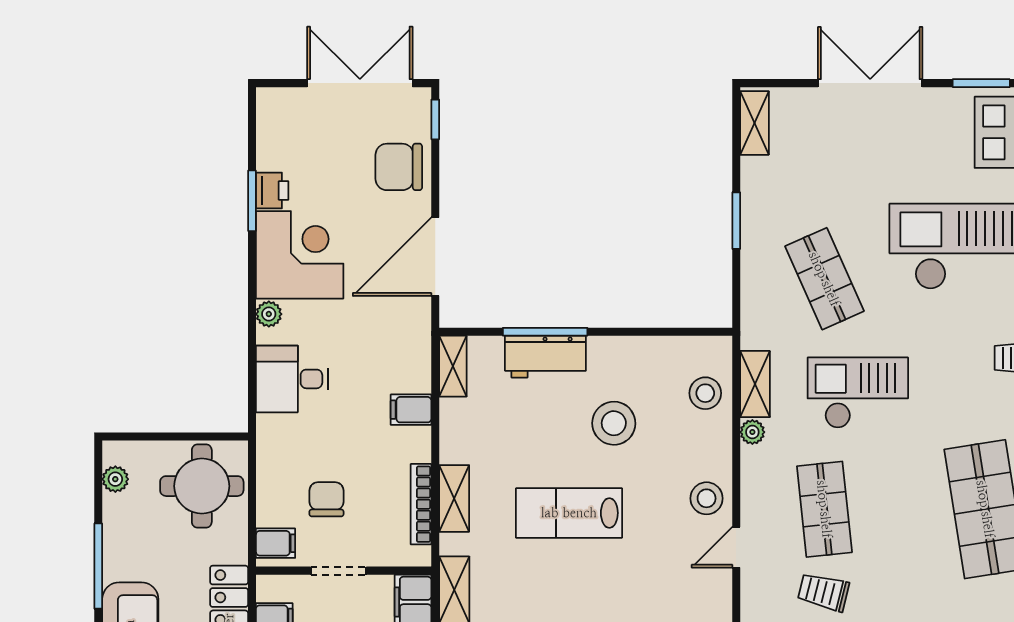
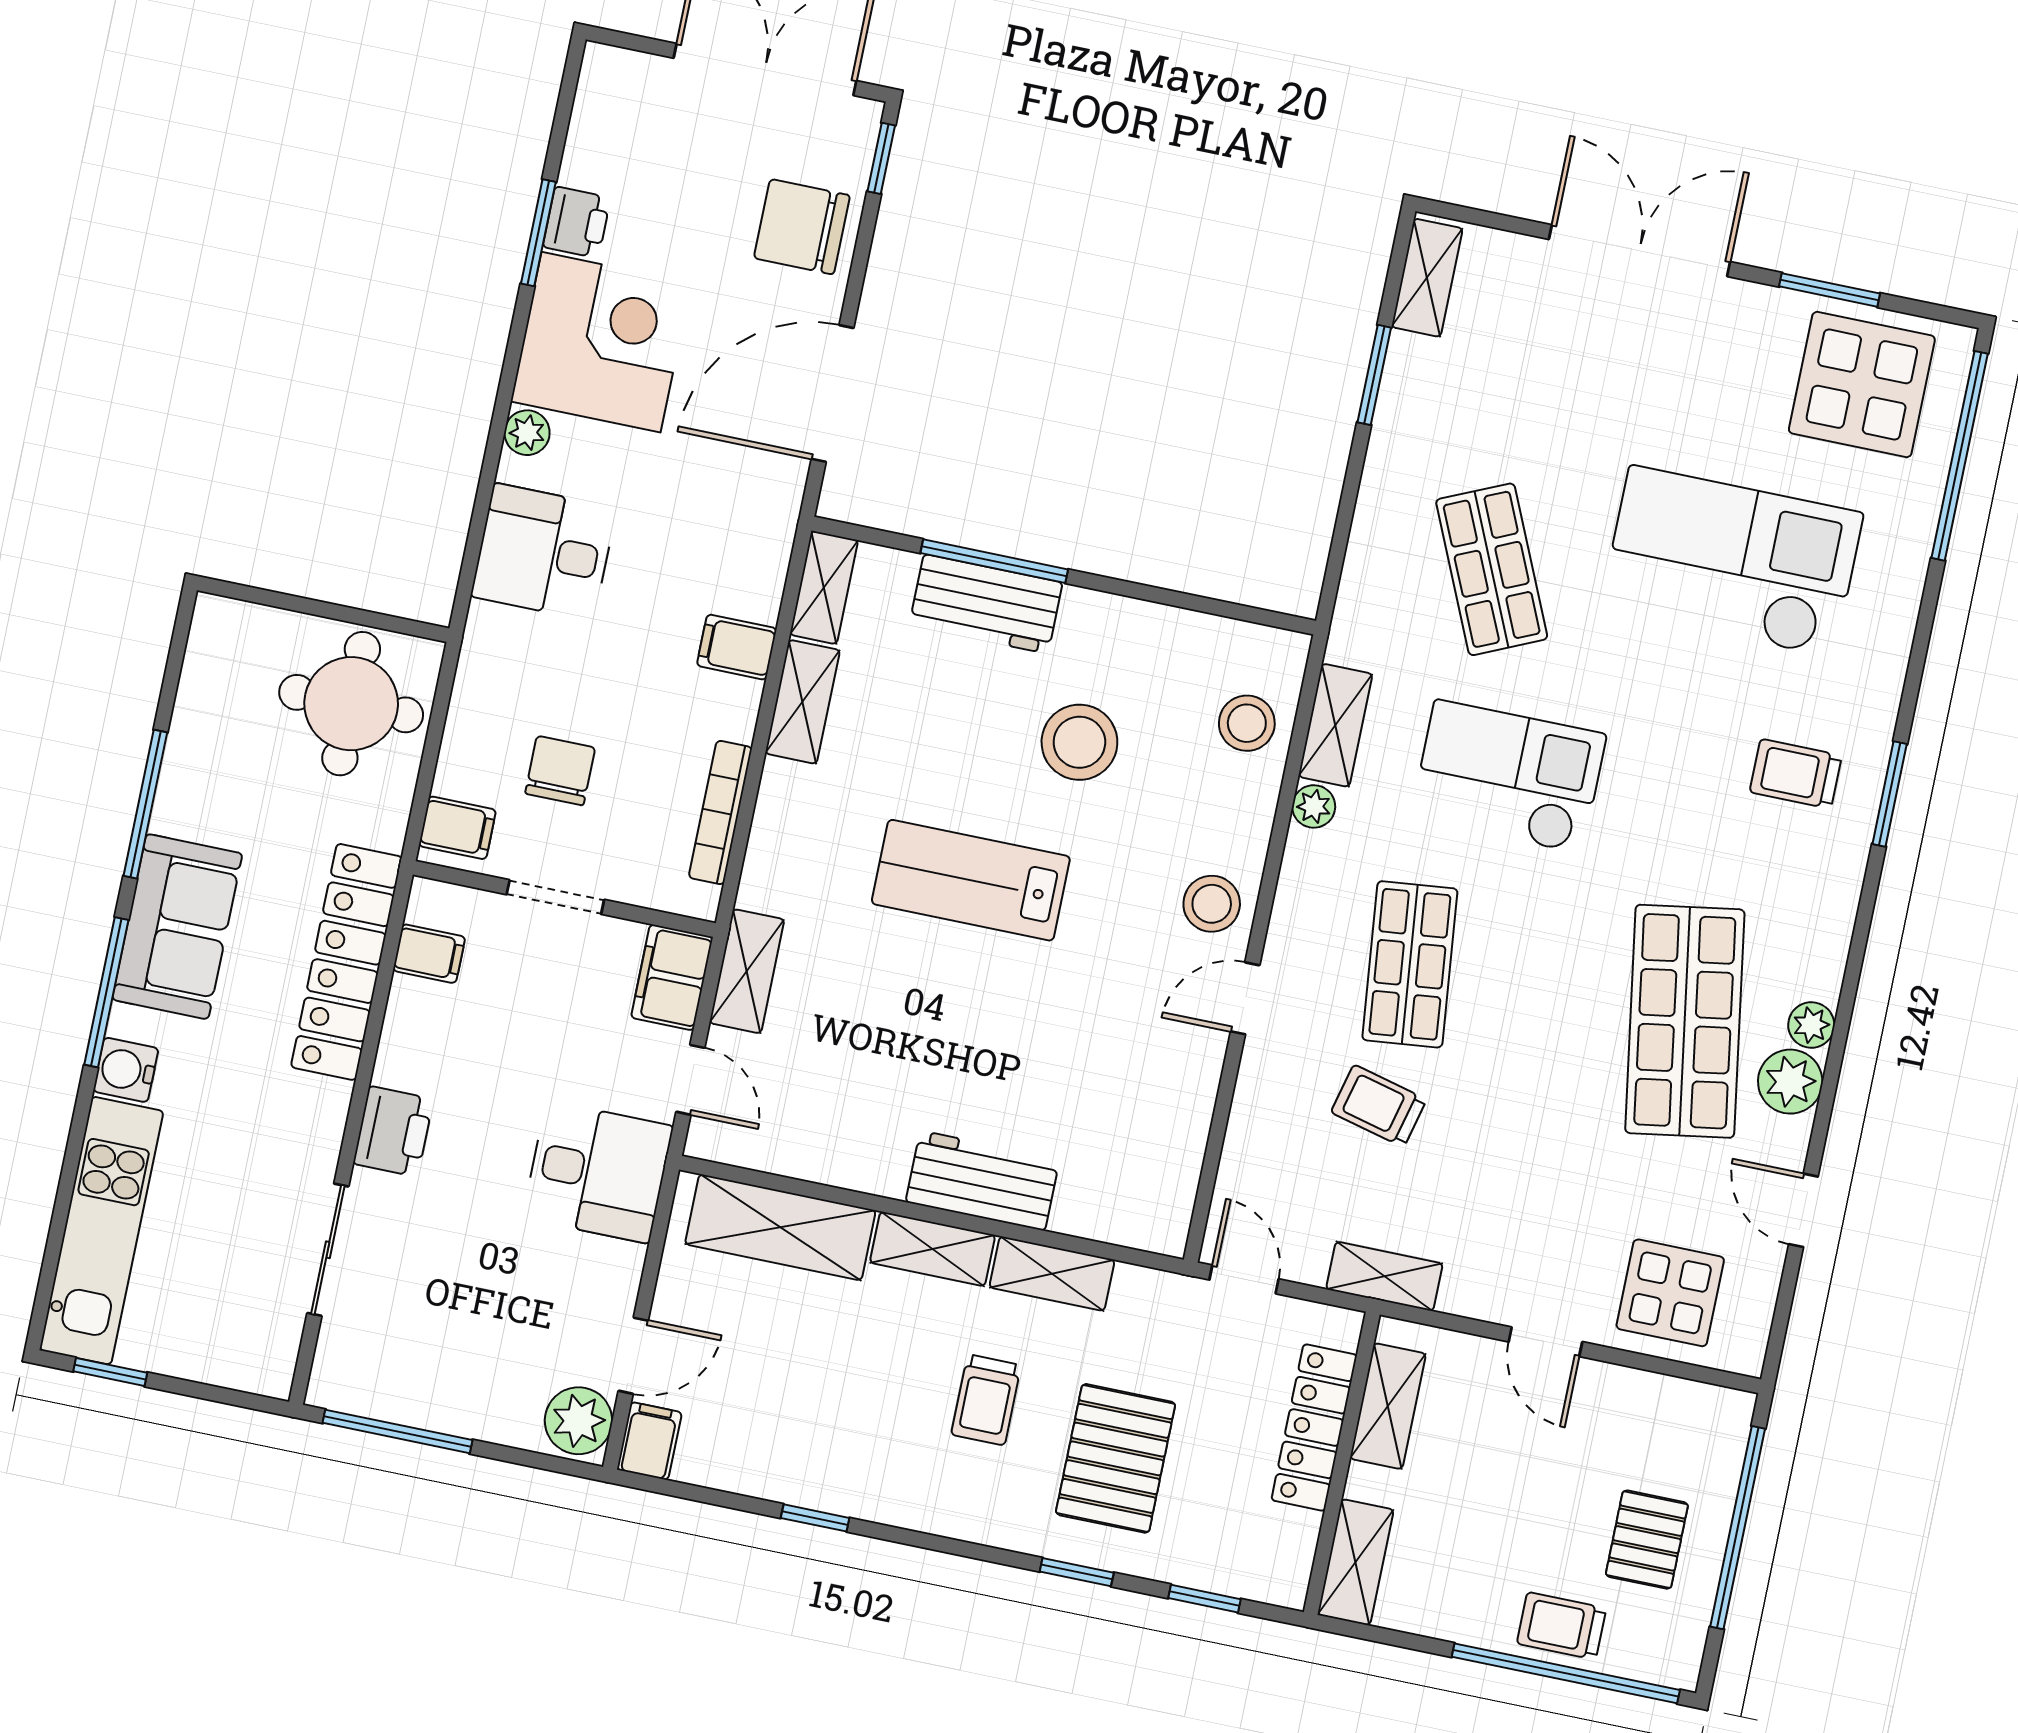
window: (736, 221) -> (1374, 375), moved
plant: (115, 479) -> (205, 661), removed
shelving: (454, 498) -> (803, 702), moved

